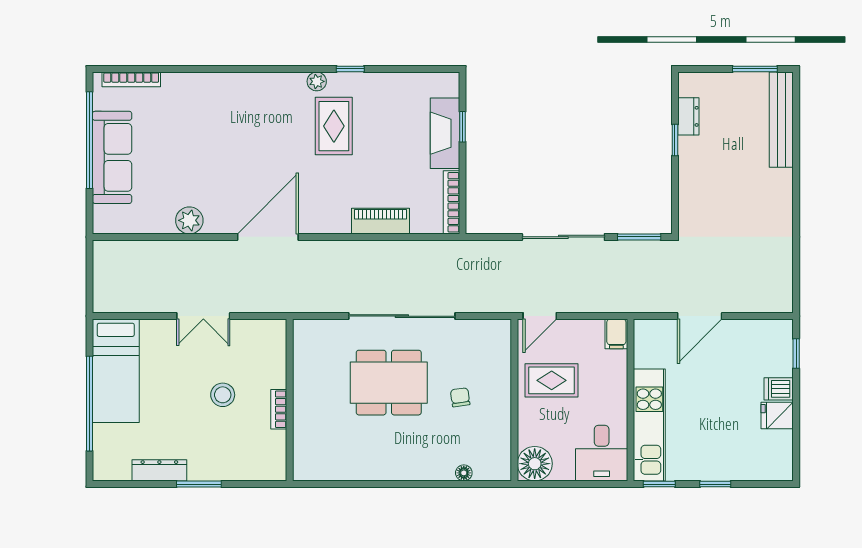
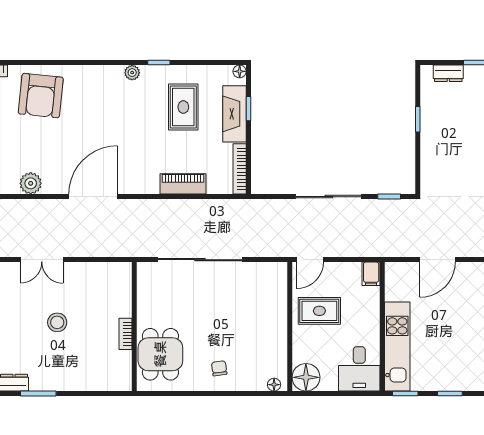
floor lamp: (451, 80) -> (240, 71), added
armchair: (202, 110) -> (41, 96), added
dresser: (688, 116) -> (448, 73), moved, turned 90
rug: (334, 126) -> (183, 107), moved
window: (639, 237) -> (389, 197), width x0.67
dining table: (389, 383) -> (160, 354), moved, width x0.73
chair: (460, 397) -> (219, 368), moved
wall: (290, 400) -> (134, 327), moved
bookcase: (279, 409) -> (125, 334), moved
floor lamp: (464, 473) -> (274, 385), moved

